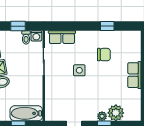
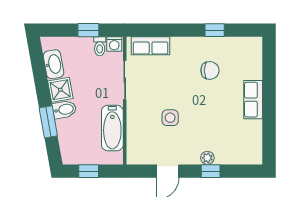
side table: (79, 70) -> (170, 118), moved
bathtub: (26, 113) -> (112, 128), moved, turned -90
plant: (116, 113) -> (227, 153), removed

